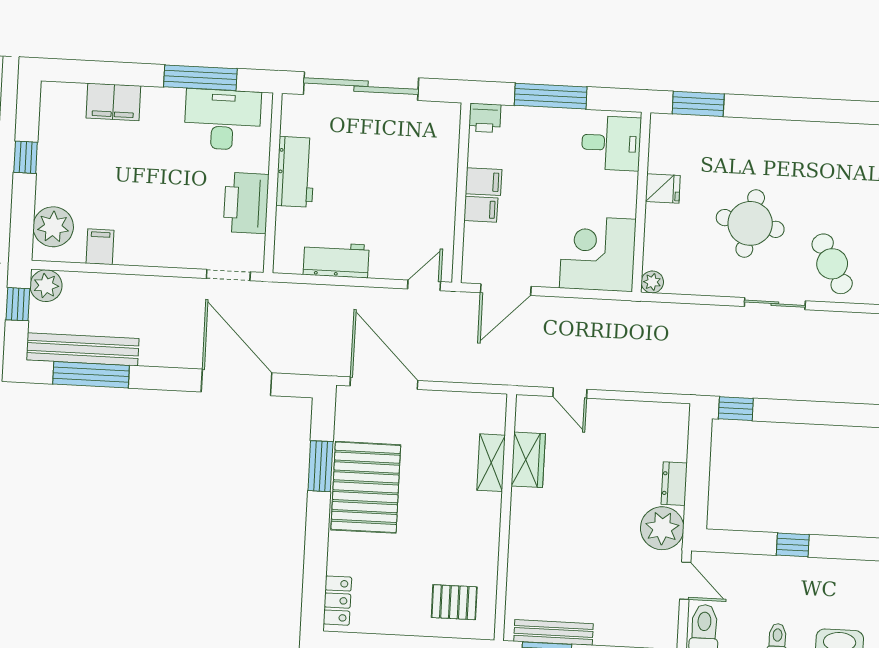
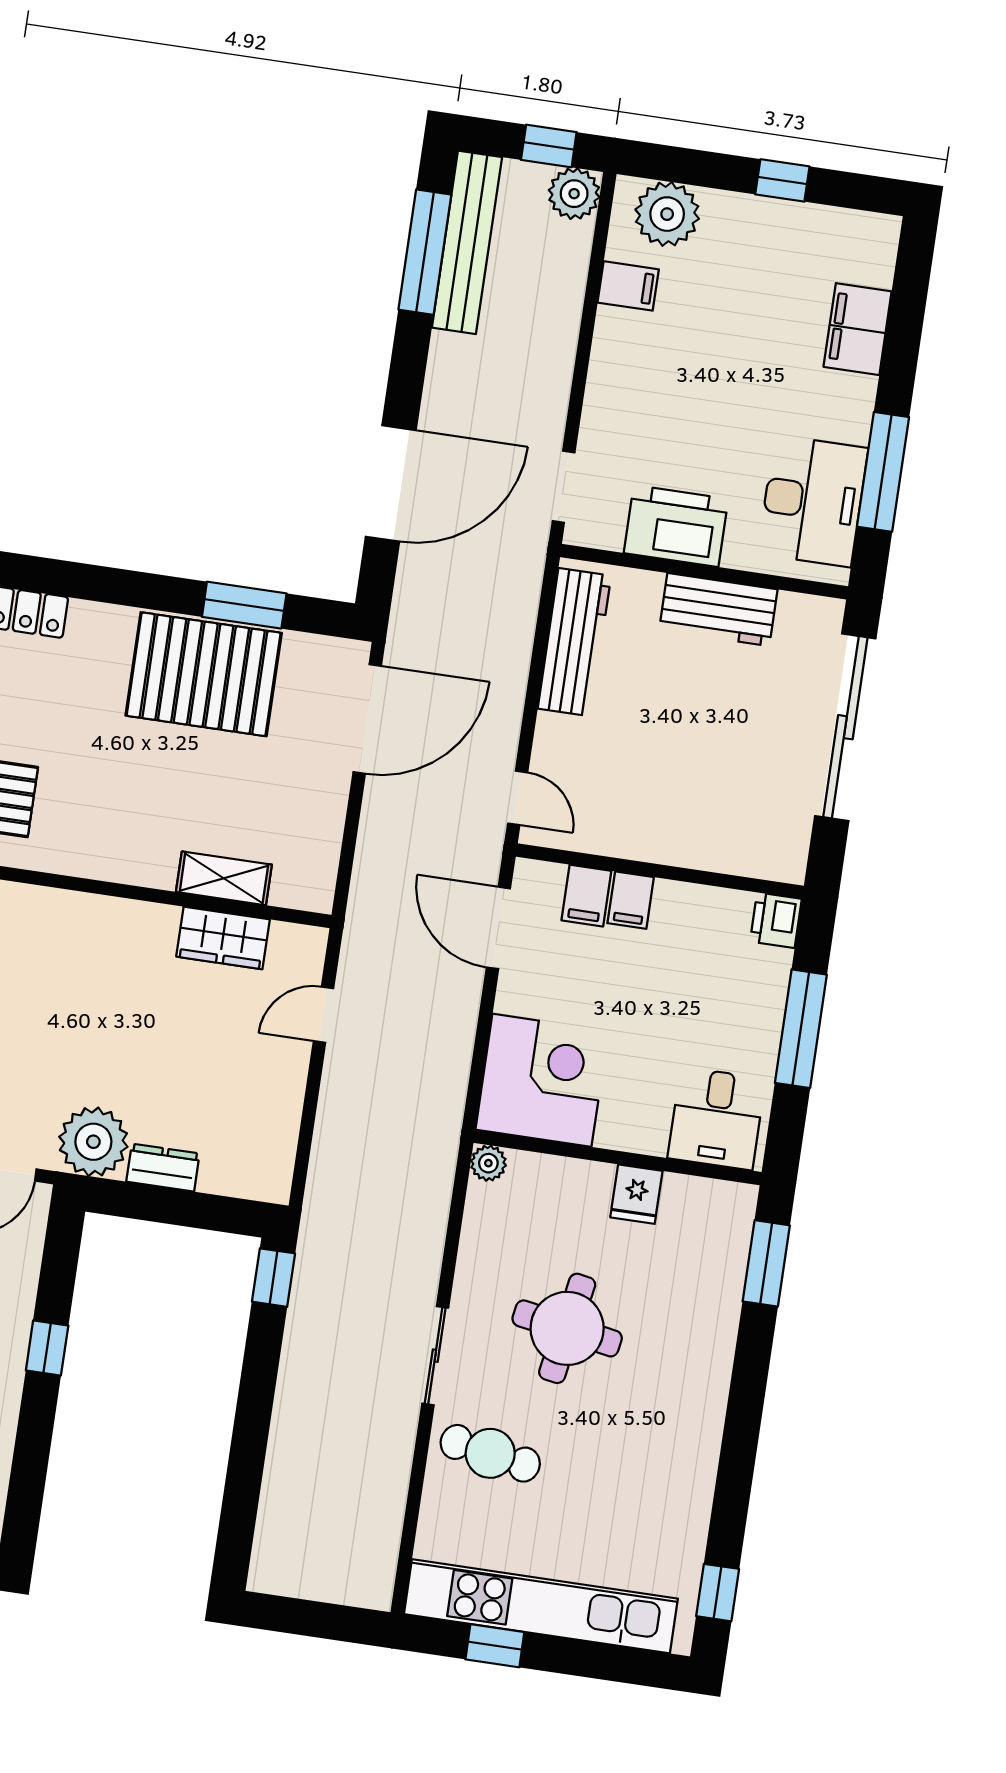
filing cabinet: (484, 182) -> (586, 896), moved
workbench: (336, 260) -> (574, 642), width x1.38
cafe table: (832, 264) -> (490, 1453), turned 38

